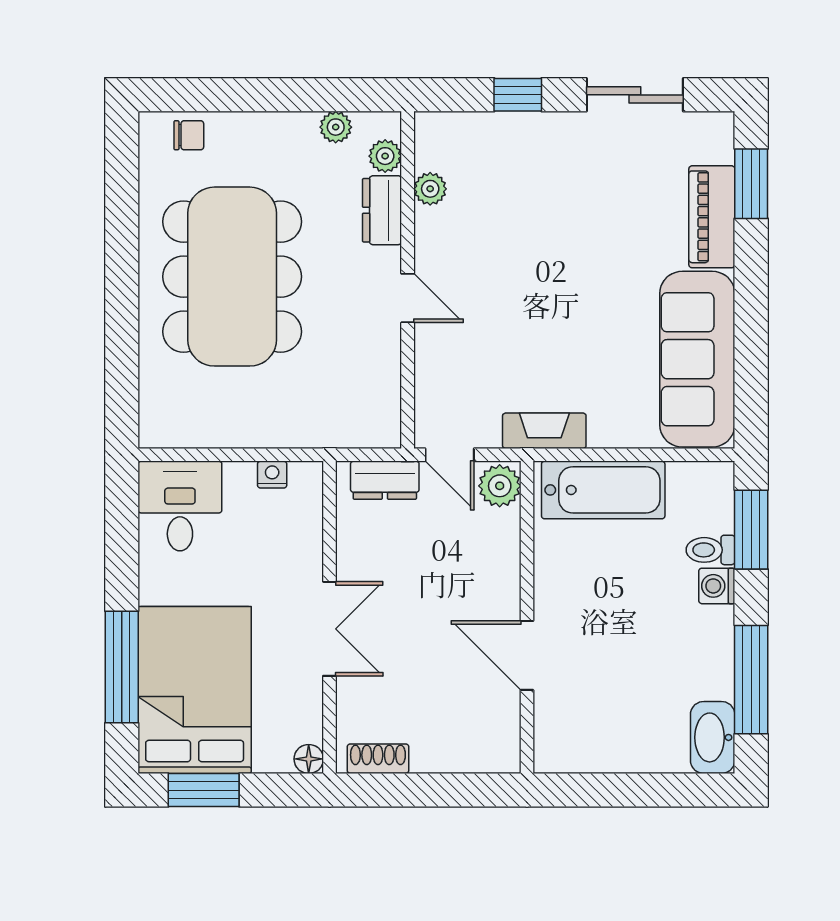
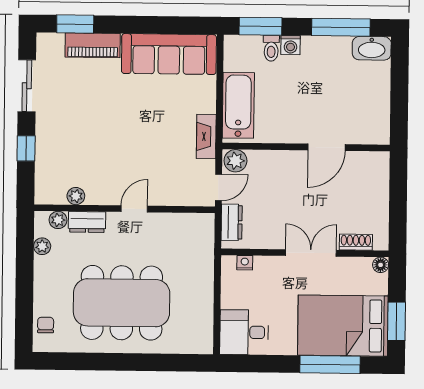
nightstand: (272, 475) -> (245, 263), moved, turned 90
shoe rack: (378, 759) -> (356, 242), moved, turned 90

